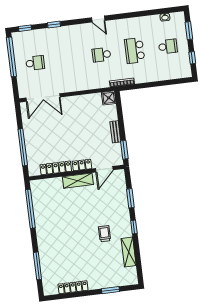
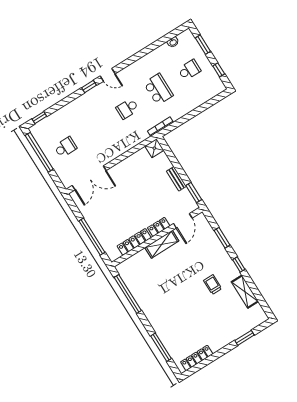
window: (54, 25) -> (89, 87), moved
school desk: (135, 51) -> (158, 89), turned 180
locker: (73, 287) -> (197, 358), moved

